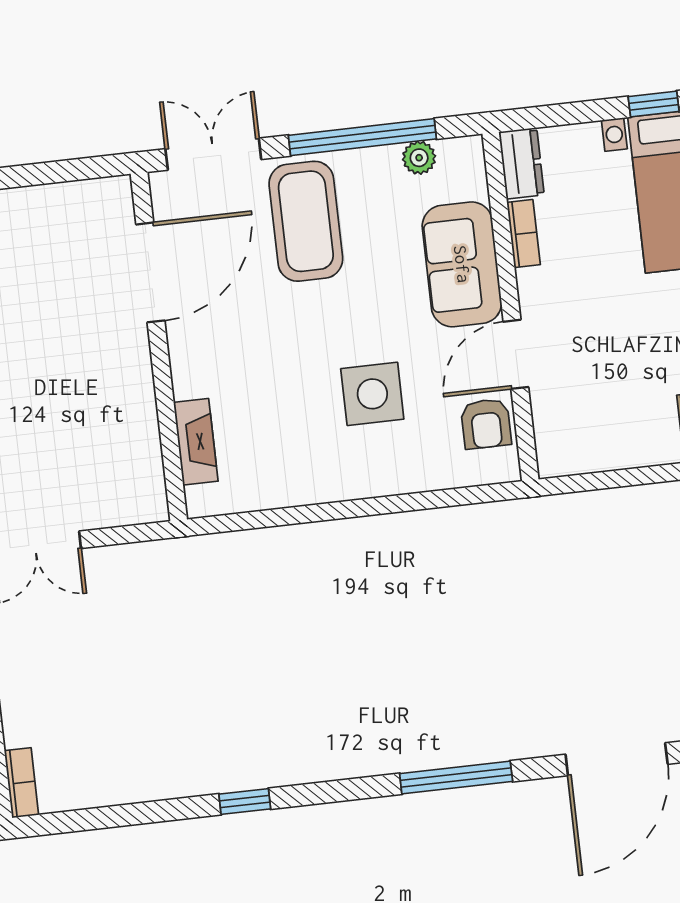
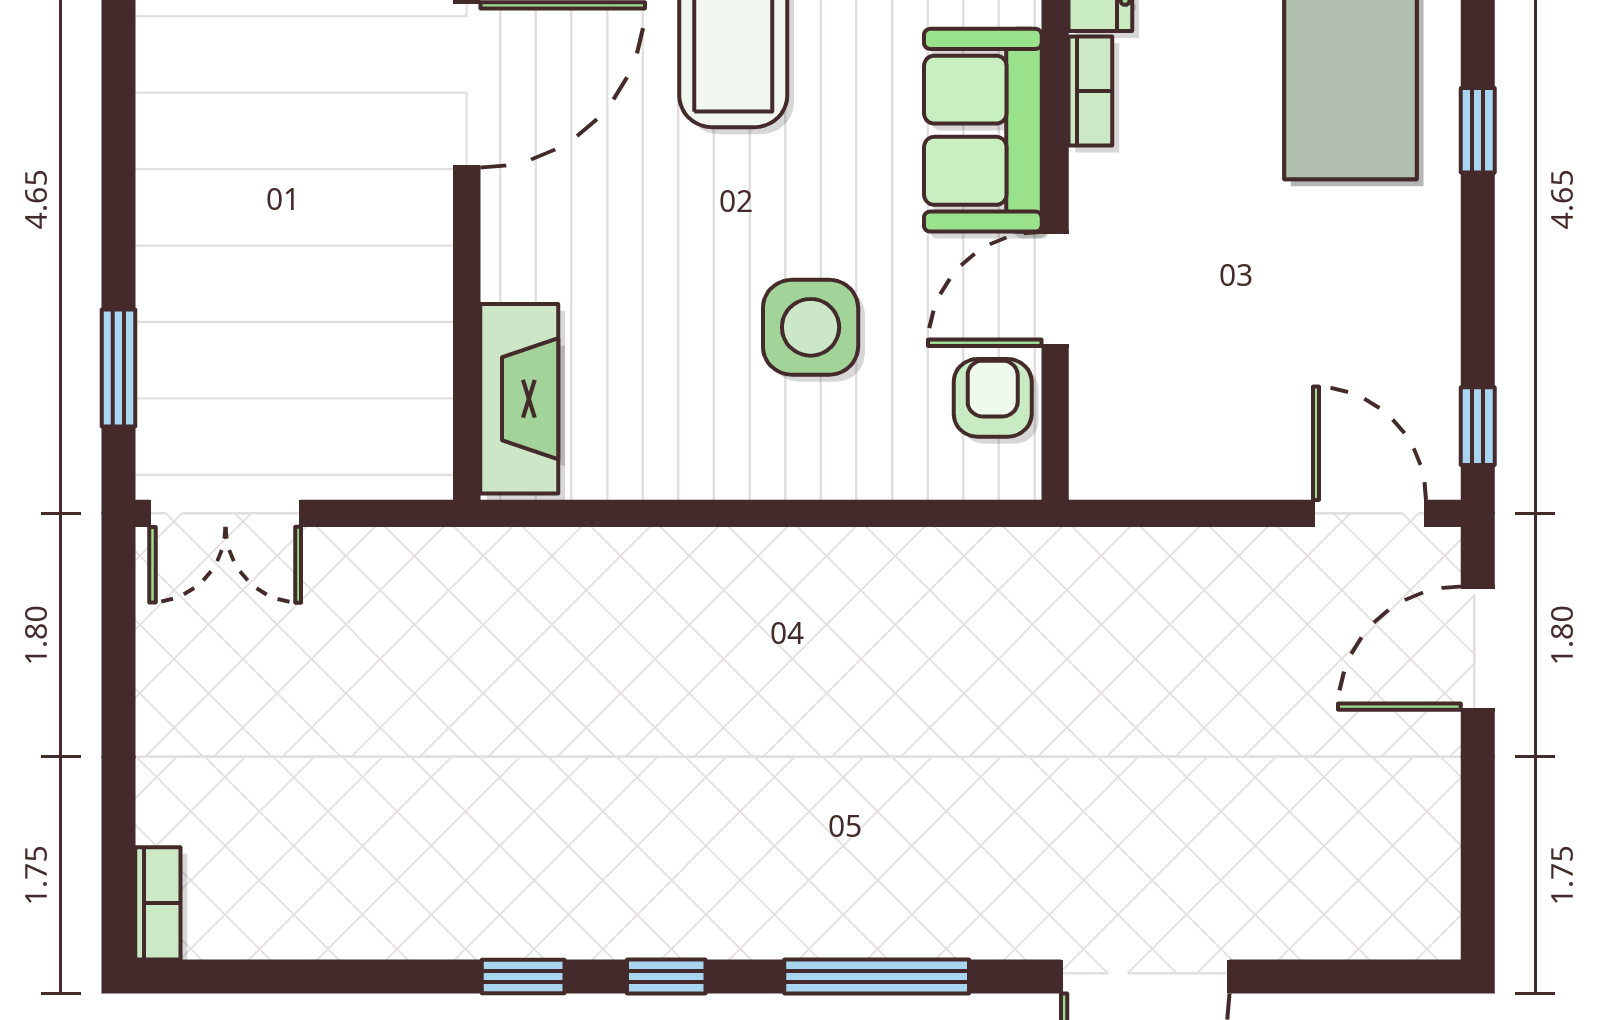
armchair: (486, 424) -> (993, 398), turned 180
fireplace: (196, 442) -> (519, 399), width x1.37, depth x1.32
window: (330, 792) -> (666, 977), added

